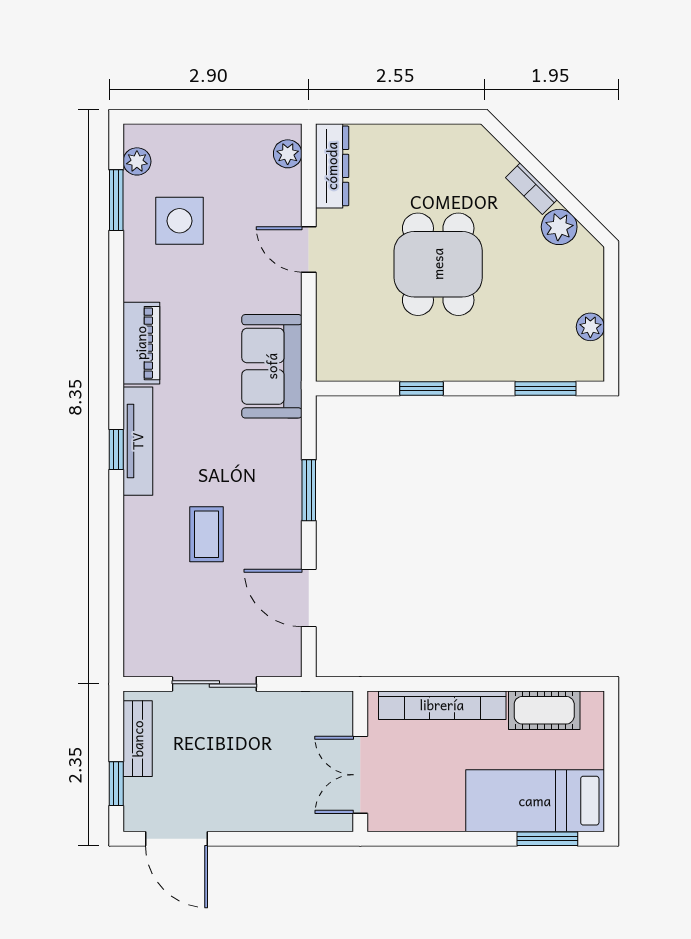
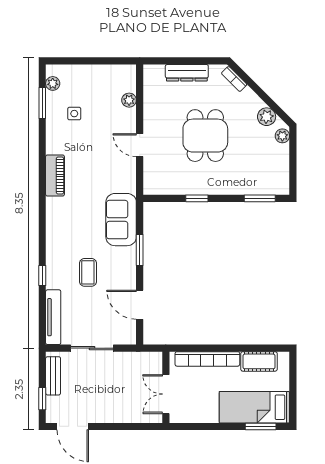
plant: (288, 154) -> (129, 100), moved
dresser: (332, 166) -> (187, 73), moved, turned 90
bookcase: (531, 189) -> (234, 79), moved
side table: (179, 221) -> (74, 114), width x0.54, depth x0.54
door: (309, 249) -> (140, 145), moved
plant: (590, 327) -> (282, 136), moved
sofa: (272, 366) -> (121, 220), moved
tv unit: (138, 441) -> (53, 317), moved
window: (116, 450) -> (42, 275), moved

